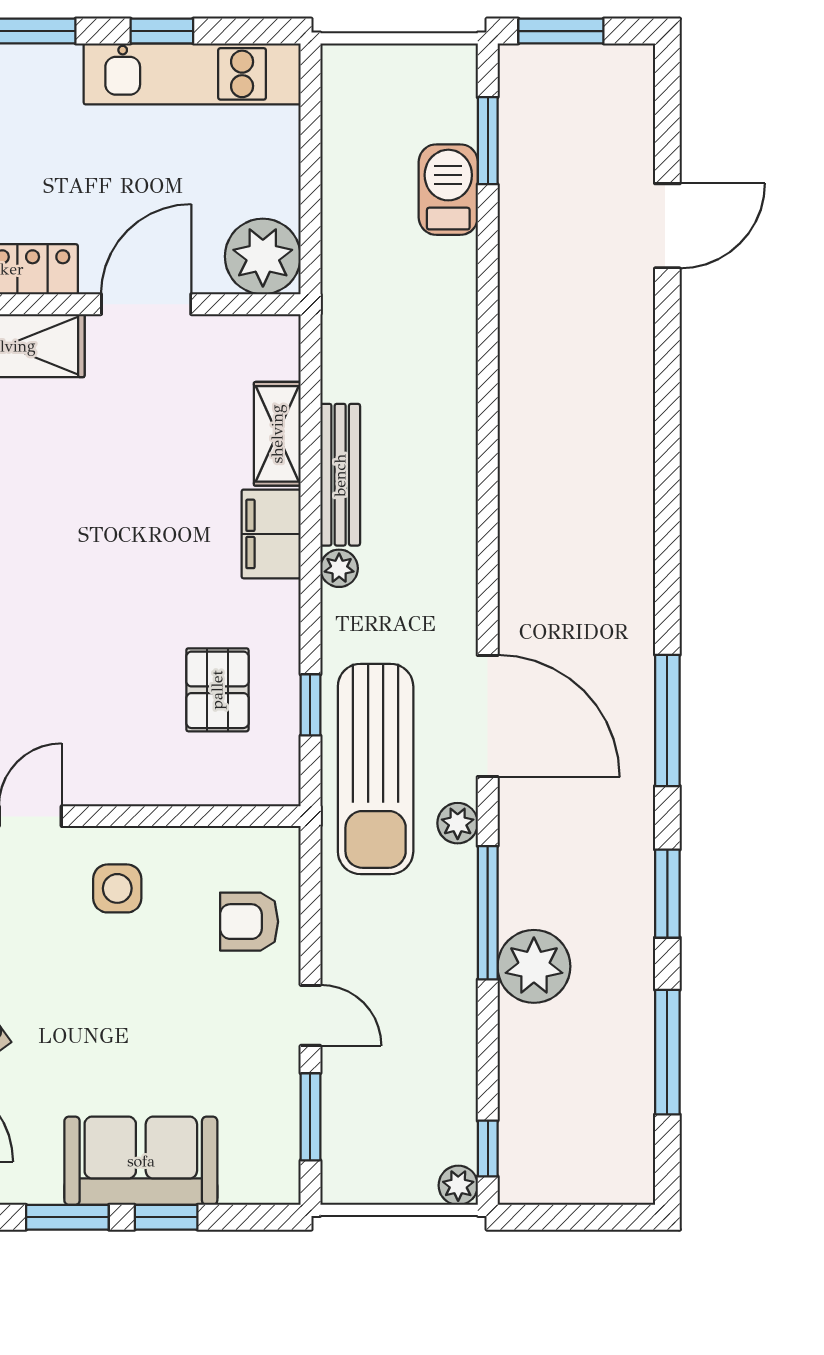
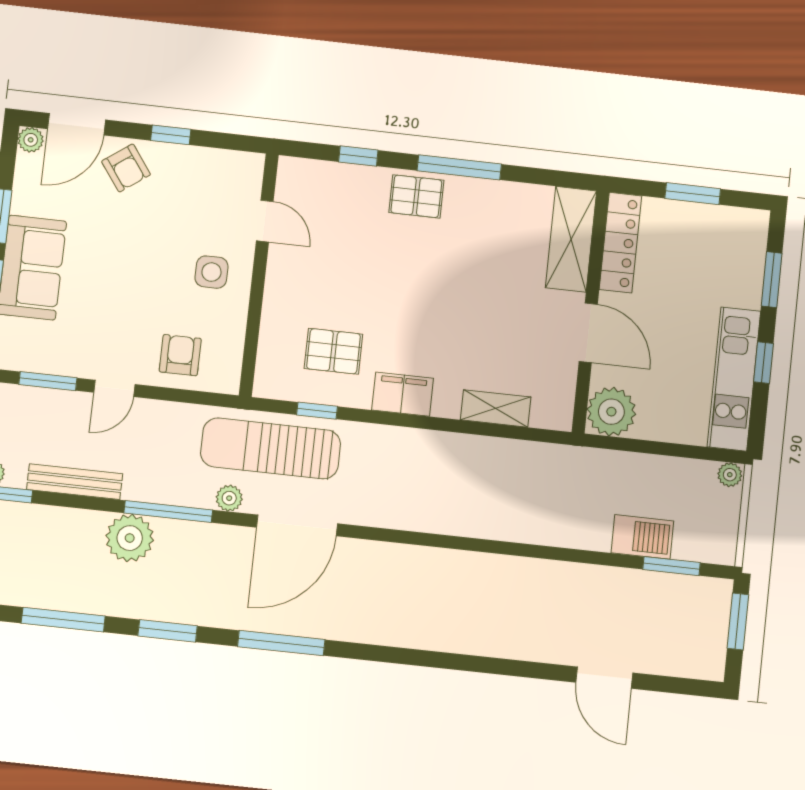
bench: (340, 475) -> (75, 482), moved
filing cabinet: (271, 534) -> (403, 394), moved
plant: (339, 568) -> (730, 475), moved

